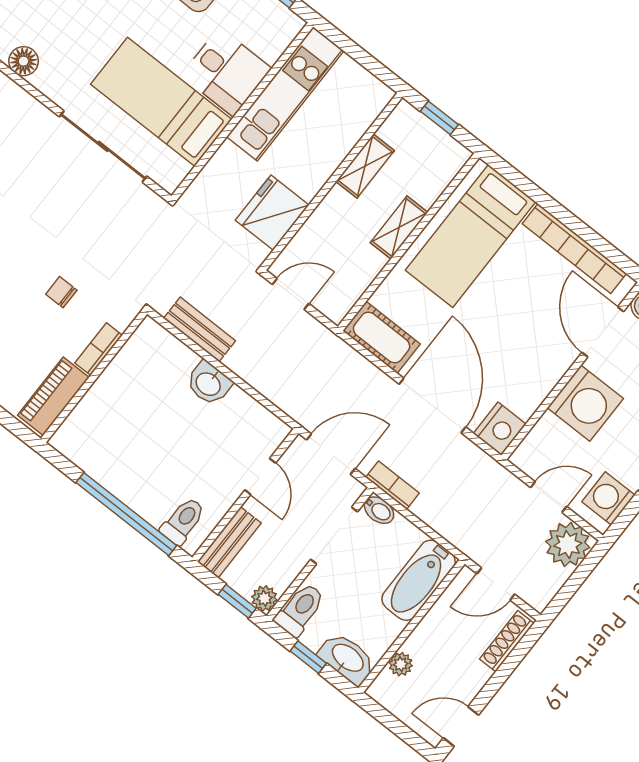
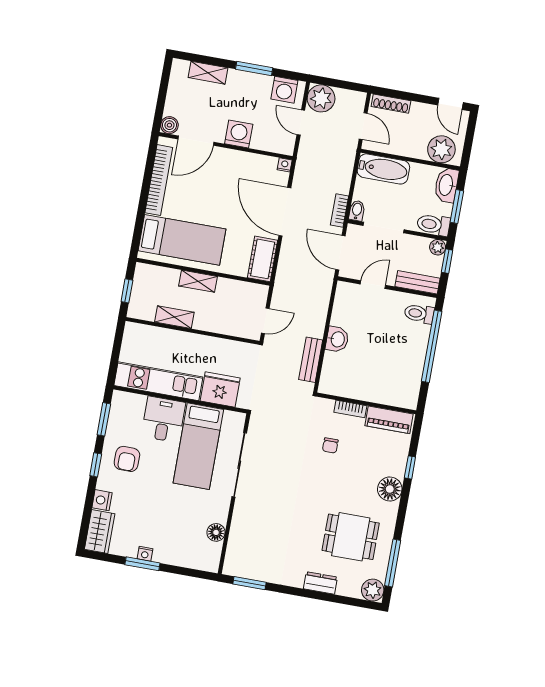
fridge: (272, 213) -> (220, 389), moved, turned 180
door: (291, 294) -> (265, 321), swing flipped
washing machine: (585, 403) -> (239, 134), width x0.73, depth x0.73
door: (432, 406) -> (285, 212), hinge flipped
nightstand: (500, 429) -> (285, 165), width x0.53, depth x0.56
window: (308, 657) -> (457, 207), width x1.50
plant: (401, 664) -> (441, 149), width x1.88, depth x1.88

